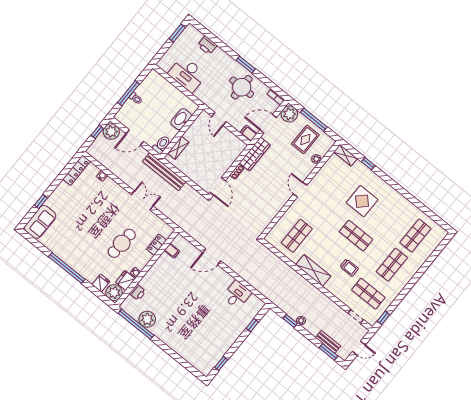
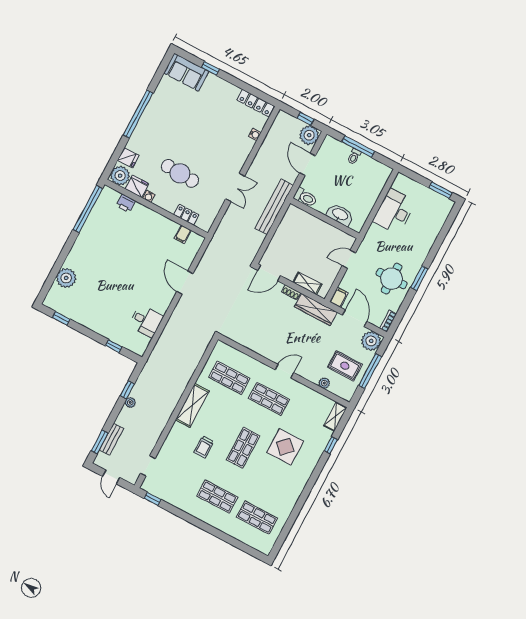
printer: (207, 45) -> (433, 228), removed
shelving: (178, 148) -> (307, 283), moved
shop shelf: (368, 294) -> (269, 399), moved, turned 90
plant: (147, 319) -> (66, 278), moved

